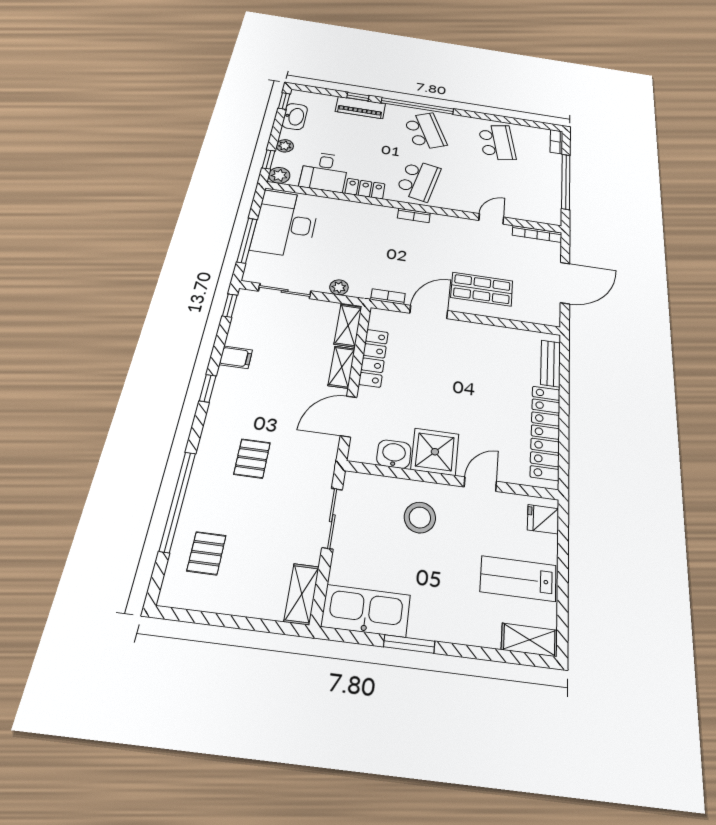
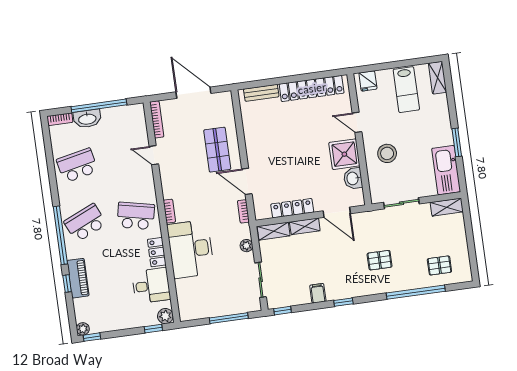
washbasin: (295, 116) -> (87, 119), moved, turned 180
plant: (285, 146) -> (83, 329), moved
desk: (286, 224) -> (191, 249), moved, turned 90

